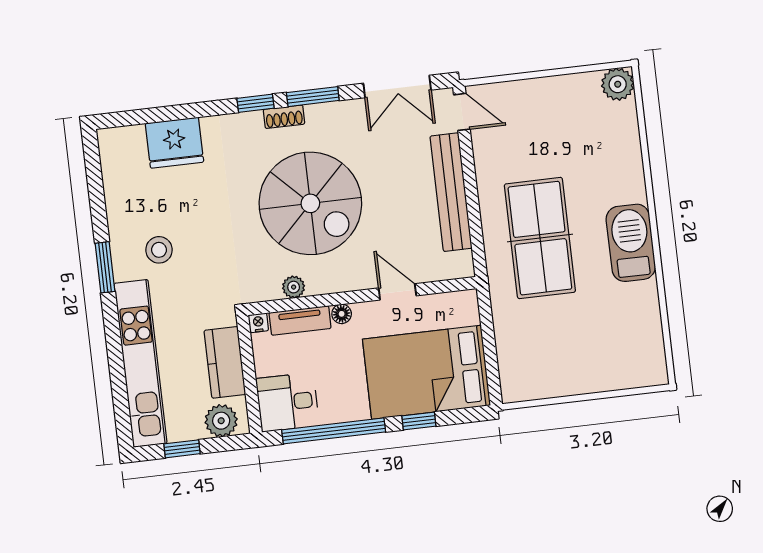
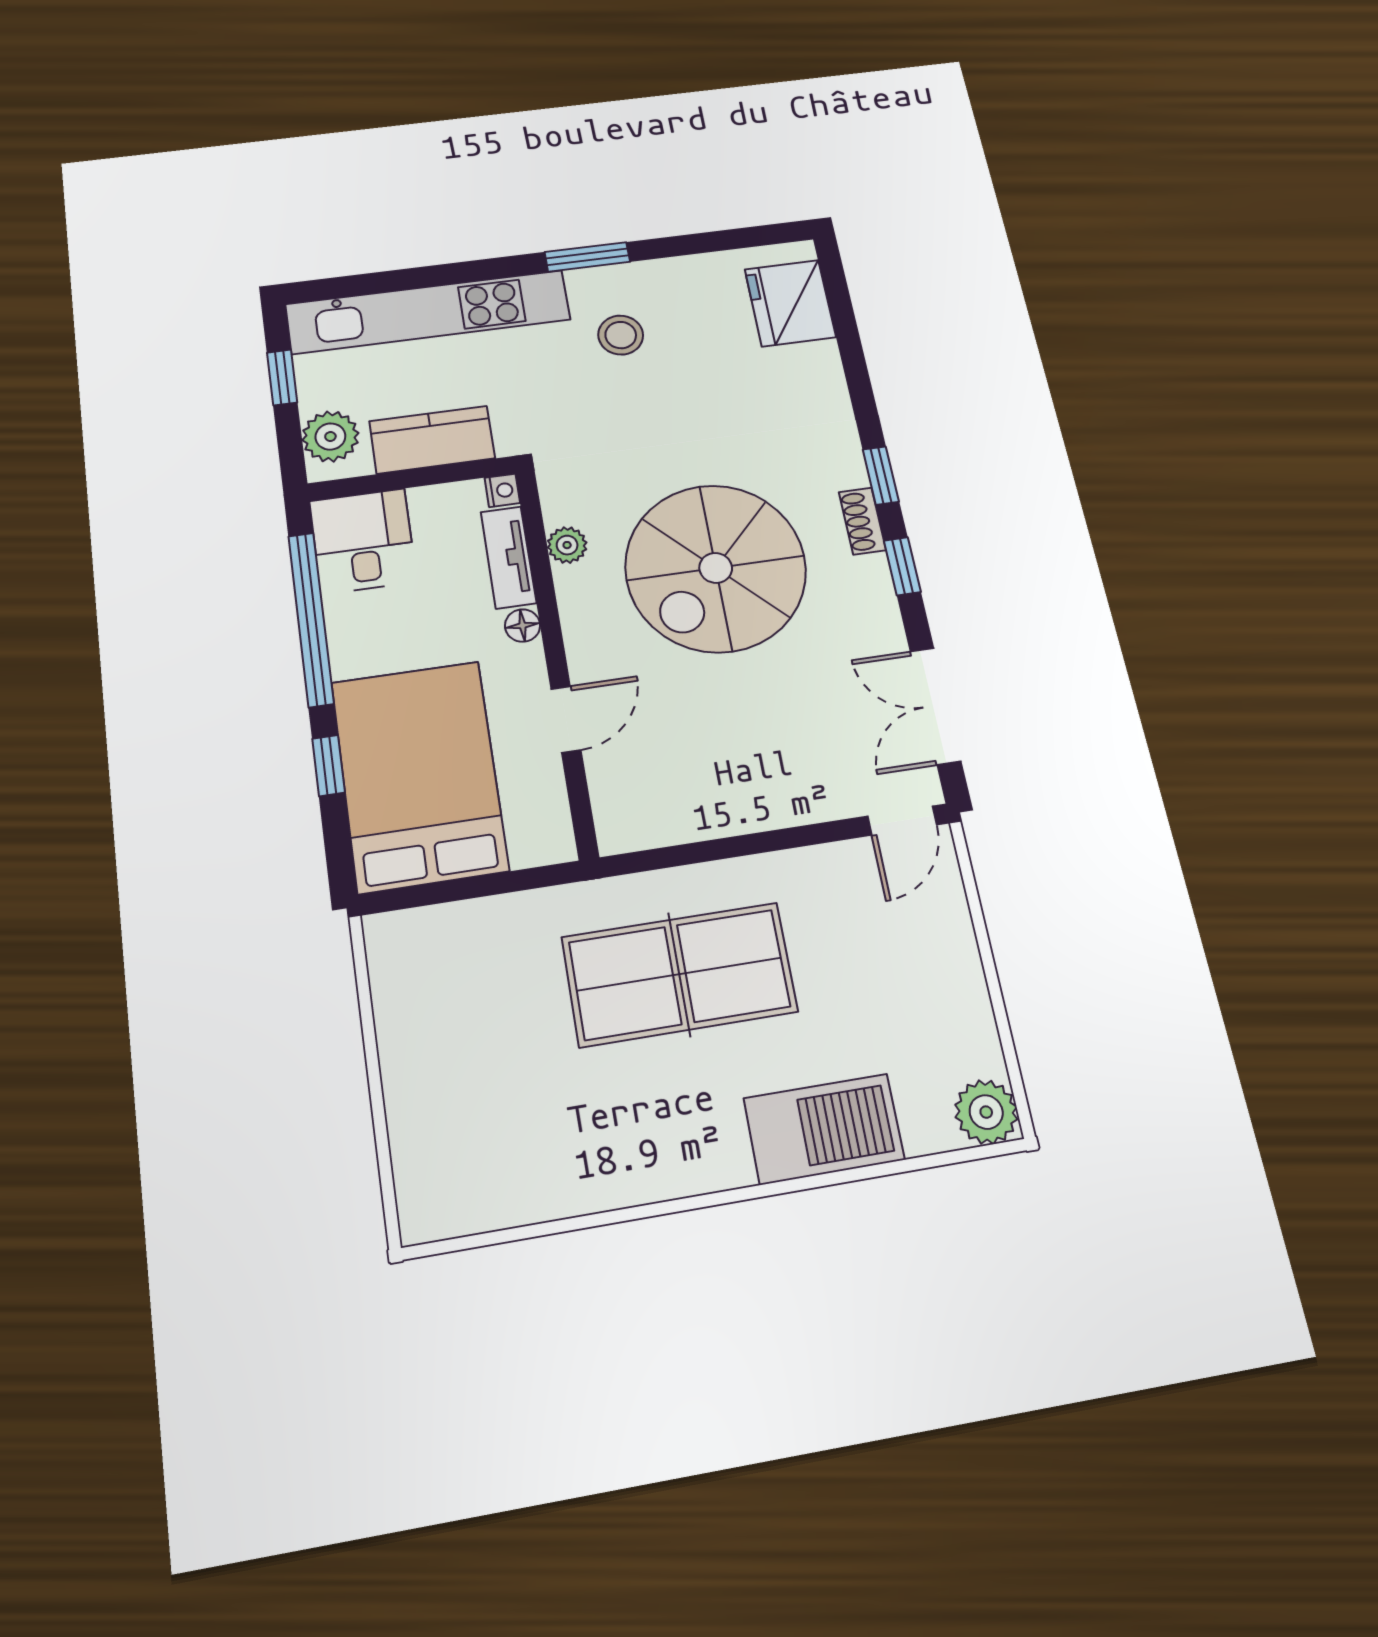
window: (313, 97) -> (902, 566), width x0.67
fridge: (174, 143) -> (790, 303), moved
bench: (451, 192) -> (754, 807), removed
barbecue: (631, 243) -> (824, 1129), moved

